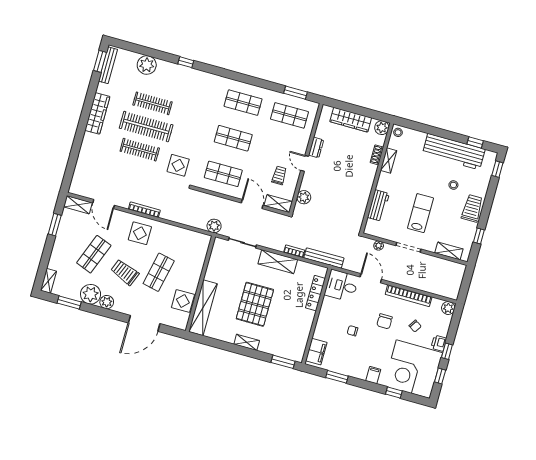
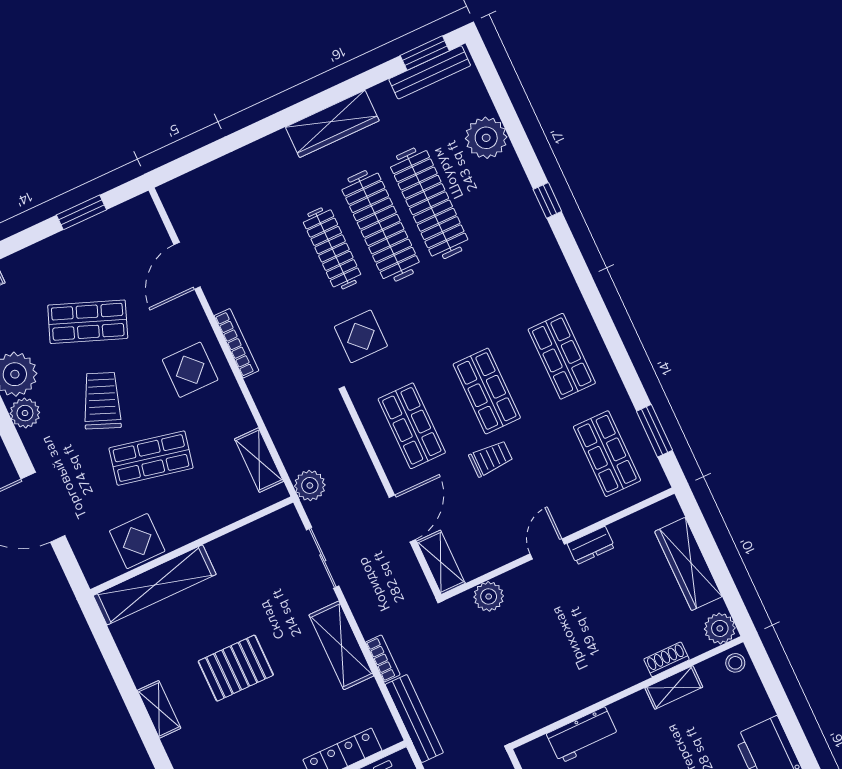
clothes rail: (152, 103) -> (429, 203), width x1.37, depth x1.31
trolley: (279, 175) -> (491, 458), moved
shelving: (78, 205) -> (259, 460), moved
pallet: (255, 304) -> (236, 668), width x0.73, depth x0.71

